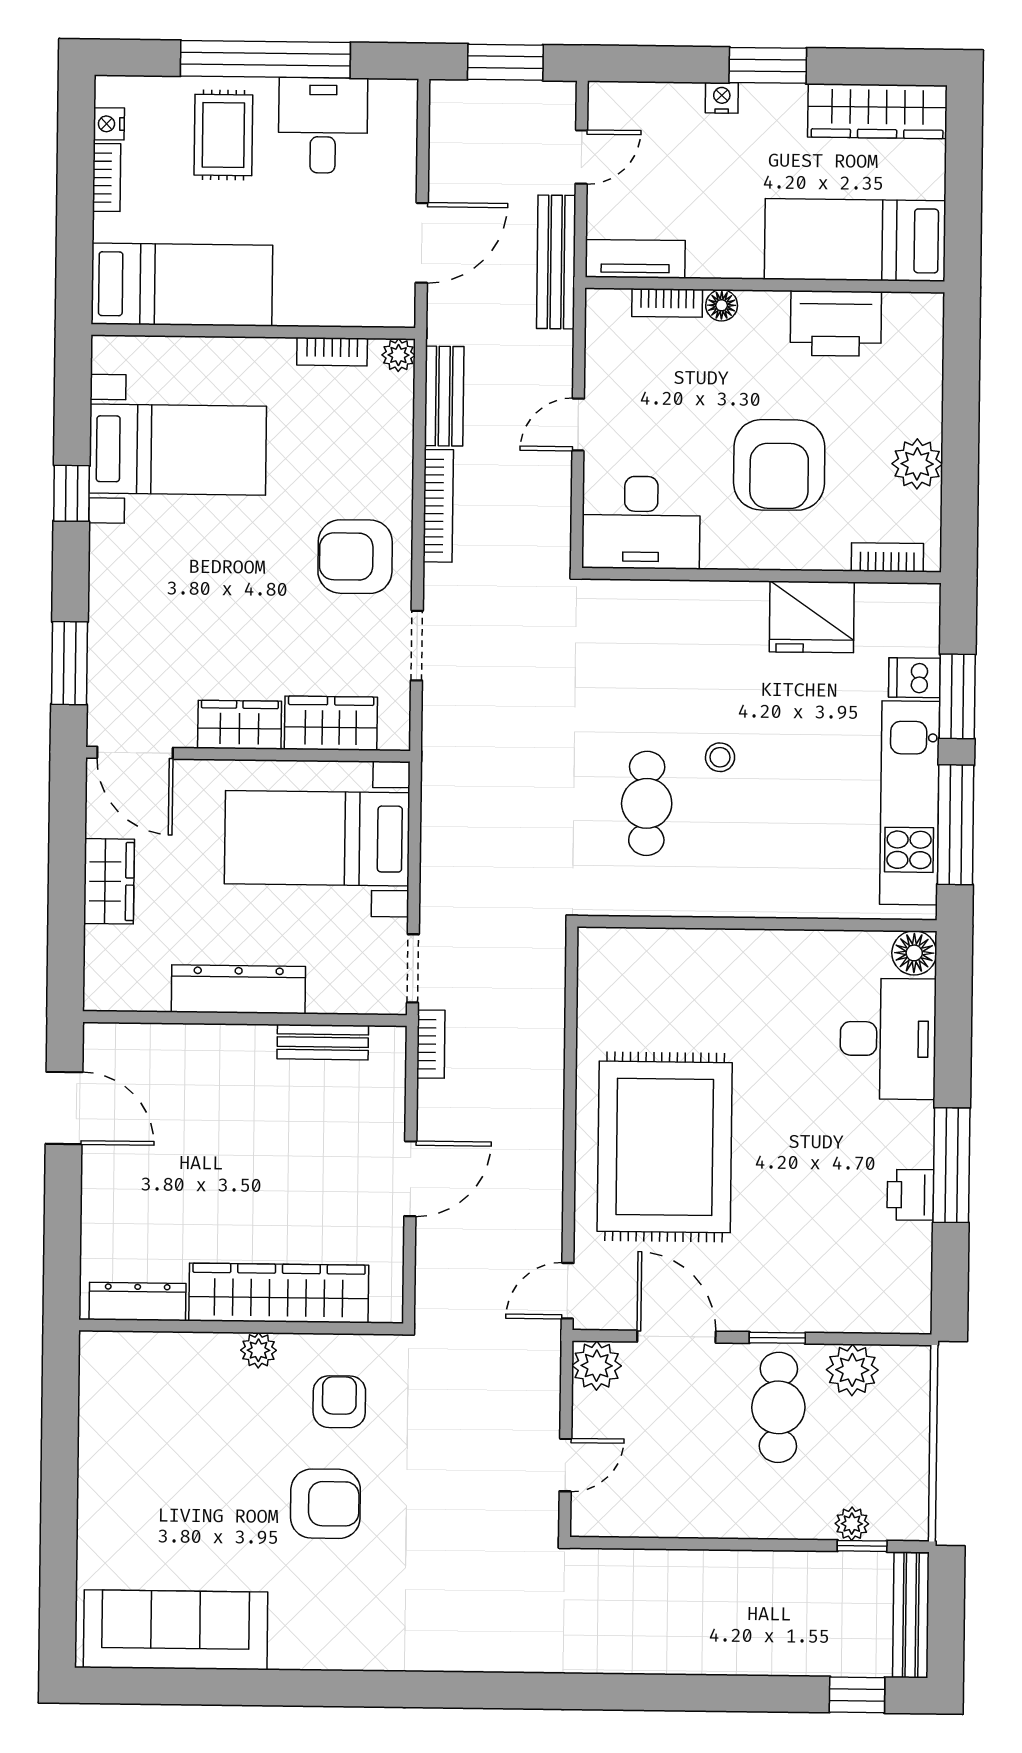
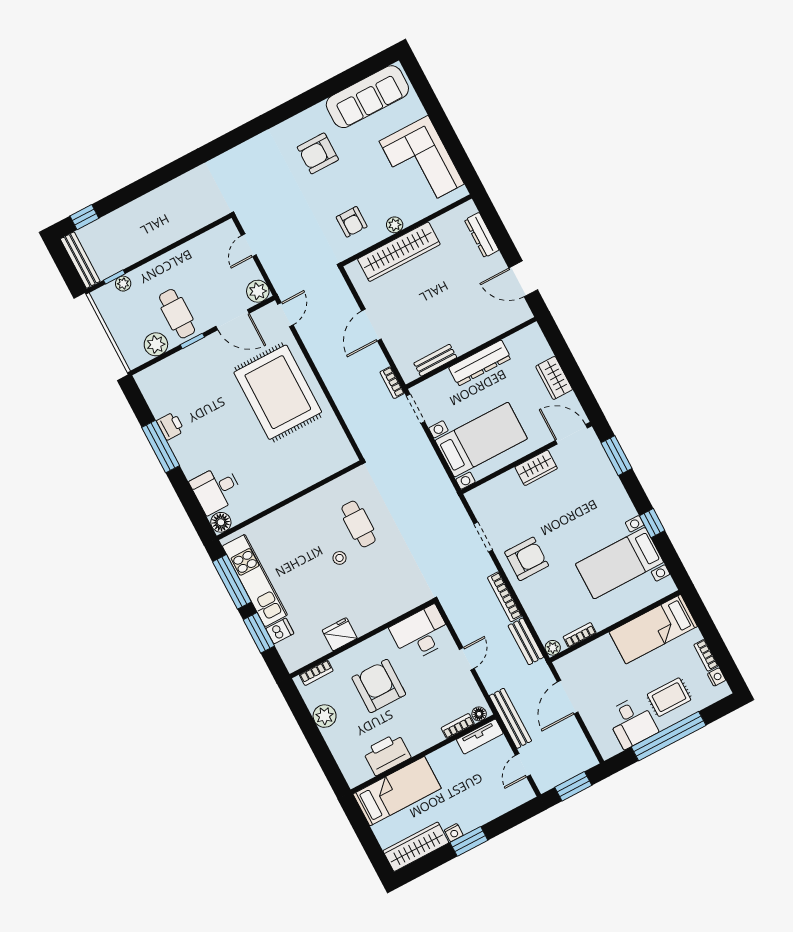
nightstand: (722, 98) -> (454, 833), moved
rug: (223, 135) -> (669, 697), turned 90
floor lamp: (722, 305) -> (479, 714), moved
fridge: (812, 617) -> (340, 634), width x0.73, depth x0.75
wardrobe: (331, 723) -> (500, 488), removed
desk: (888, 1039) -> (216, 489), width x0.73
dresser: (137, 1302) -> (482, 235), moved, turned 90
corner sofa: (139, 1443) -> (422, 163), added
armchair: (325, 1504) -> (318, 153), moved

